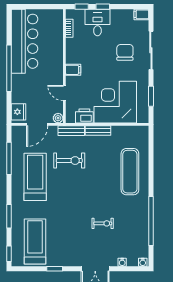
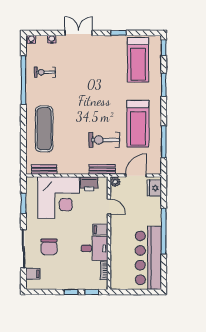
filing cabinet: (141, 14) -> (33, 274), moved
desk: (97, 22) -> (95, 248), moved, turned -90
bench: (98, 130) -> (44, 170), moved
exercise bike: (103, 223) -> (45, 72), moved

